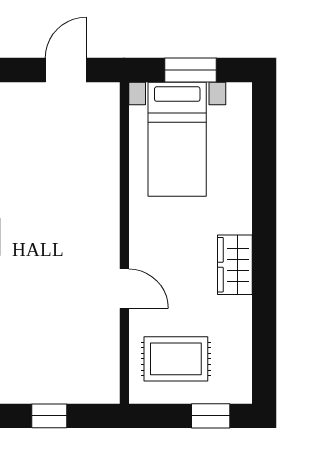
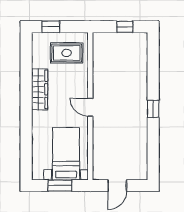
wardrobe: (235, 265) -> (40, 89), width x1.50
door: (124, 289) -> (90, 107), moved

